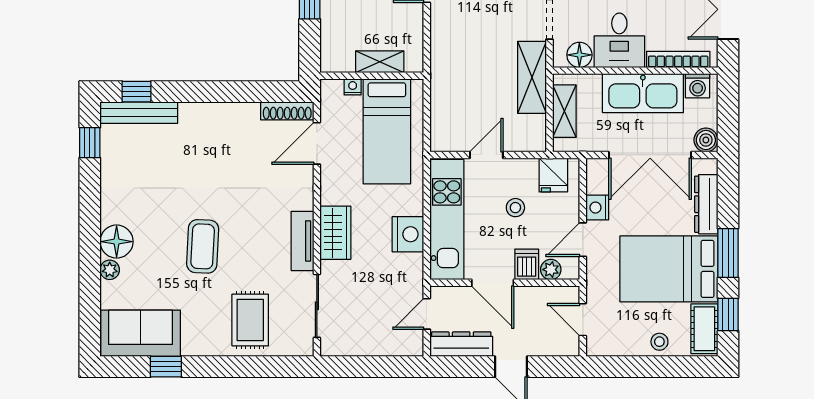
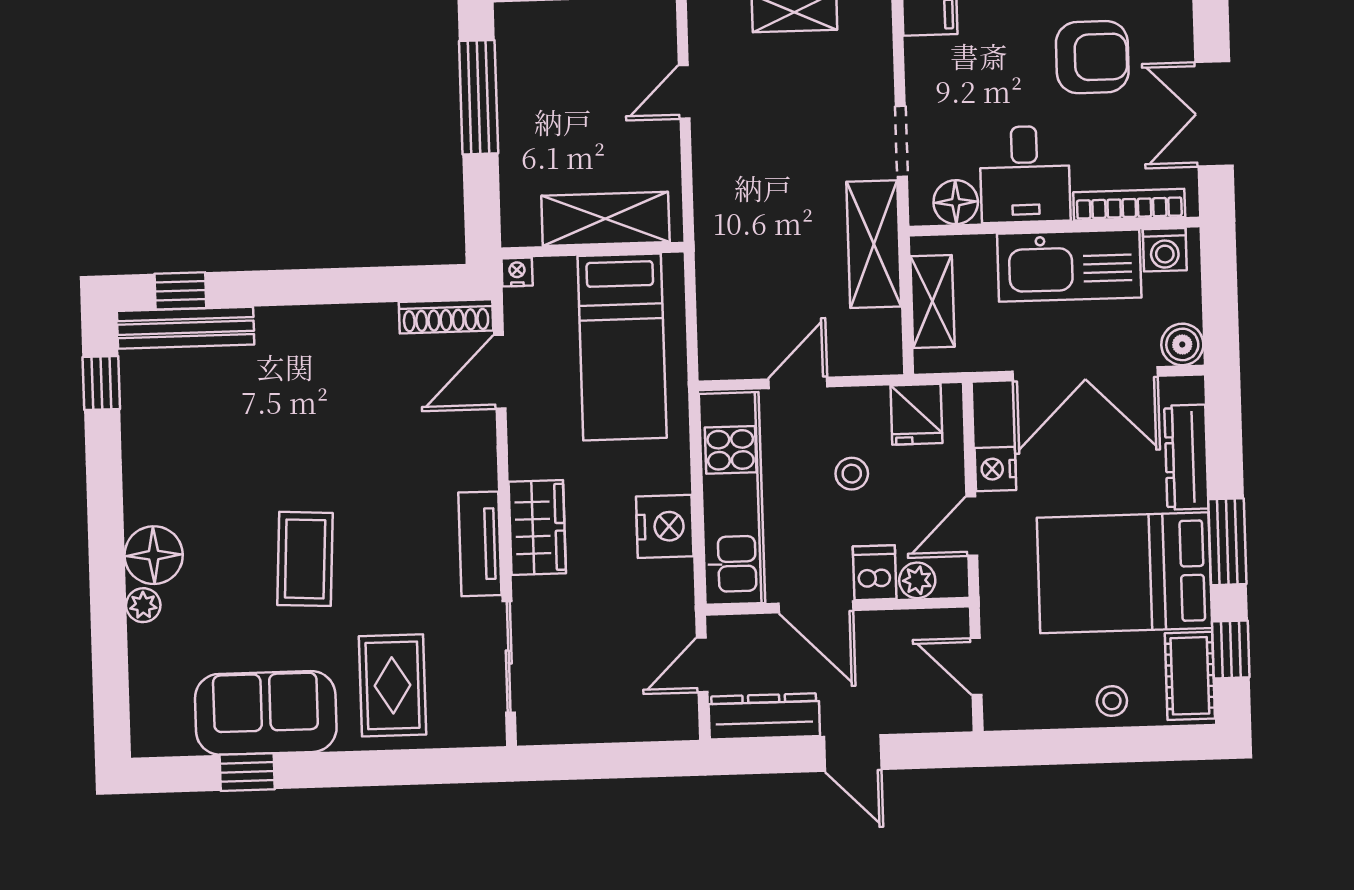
shelving: (380, 62) -> (605, 219), width x1.50, depth x1.33
nightstand: (353, 87) -> (517, 272), moved
sofa: (140, 333) -> (266, 713), moved

